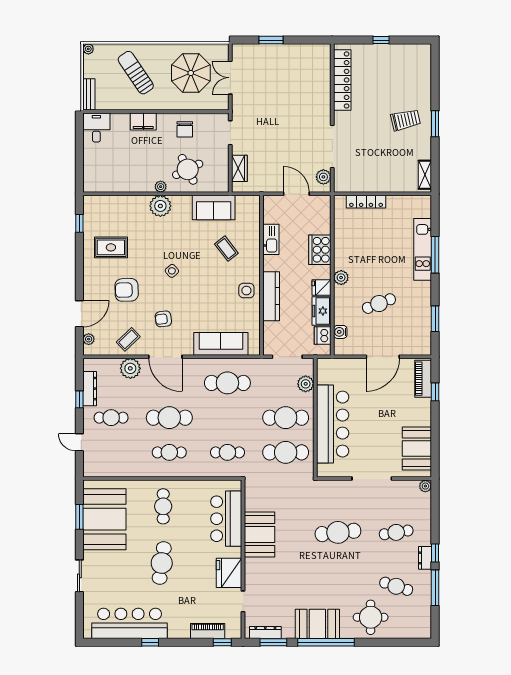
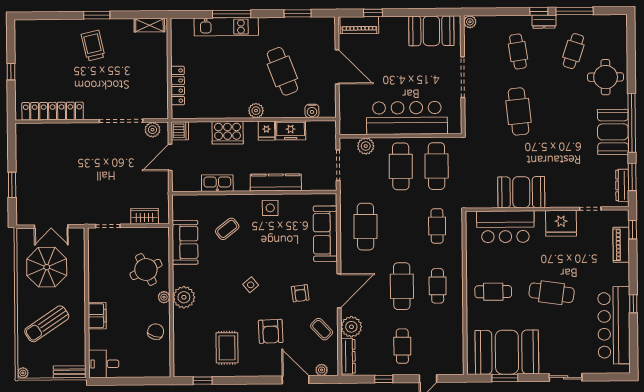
chair: (185, 129) -> (156, 332), moved, turned -73
cafe table: (379, 304) -> (282, 71), width x1.37, depth x1.35
dishwasher: (323, 335) -> (180, 131), moved, turned -90
dresser: (90, 389) -> (348, 356), moved, turned 90

